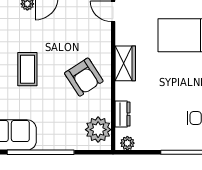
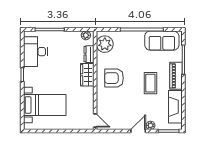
wardrobe: (125, 63) -> (87, 75), moved
armchair: (84, 77) -> (114, 78), turned -57

